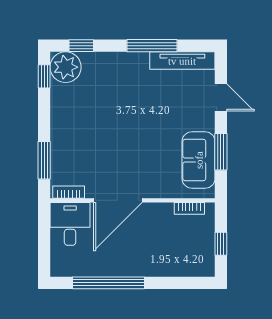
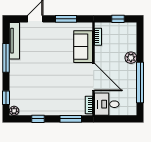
plant: (66, 67) -> (14, 111), width x0.53, depth x0.53
window: (44, 76) -> (38, 119), moved
sofa: (199, 160) -> (83, 47), moved, turned 90
plant: (152, 267) -> (131, 58), added

